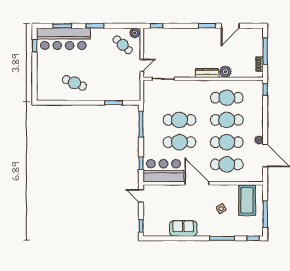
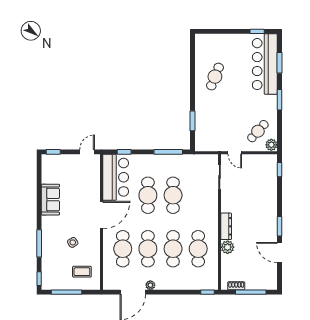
coffee table: (247, 200) -> (82, 272), width x0.54, depth x0.58

